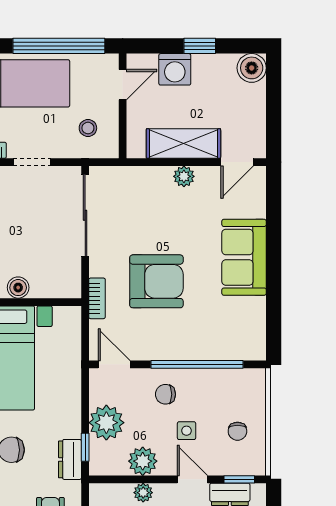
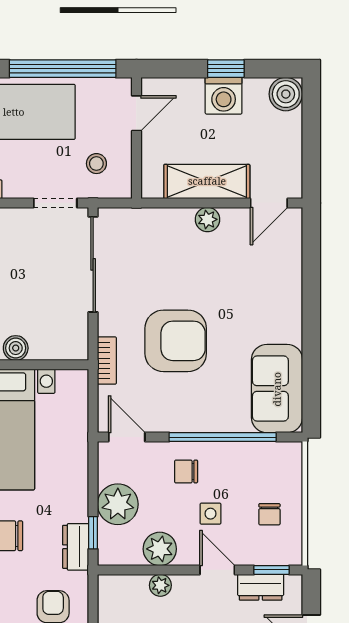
washing machine: (175, 69) -> (224, 96), moved
doorway: (32, 162) -> (55, 203), moved
sofa: (244, 257) -> (277, 389), moved

